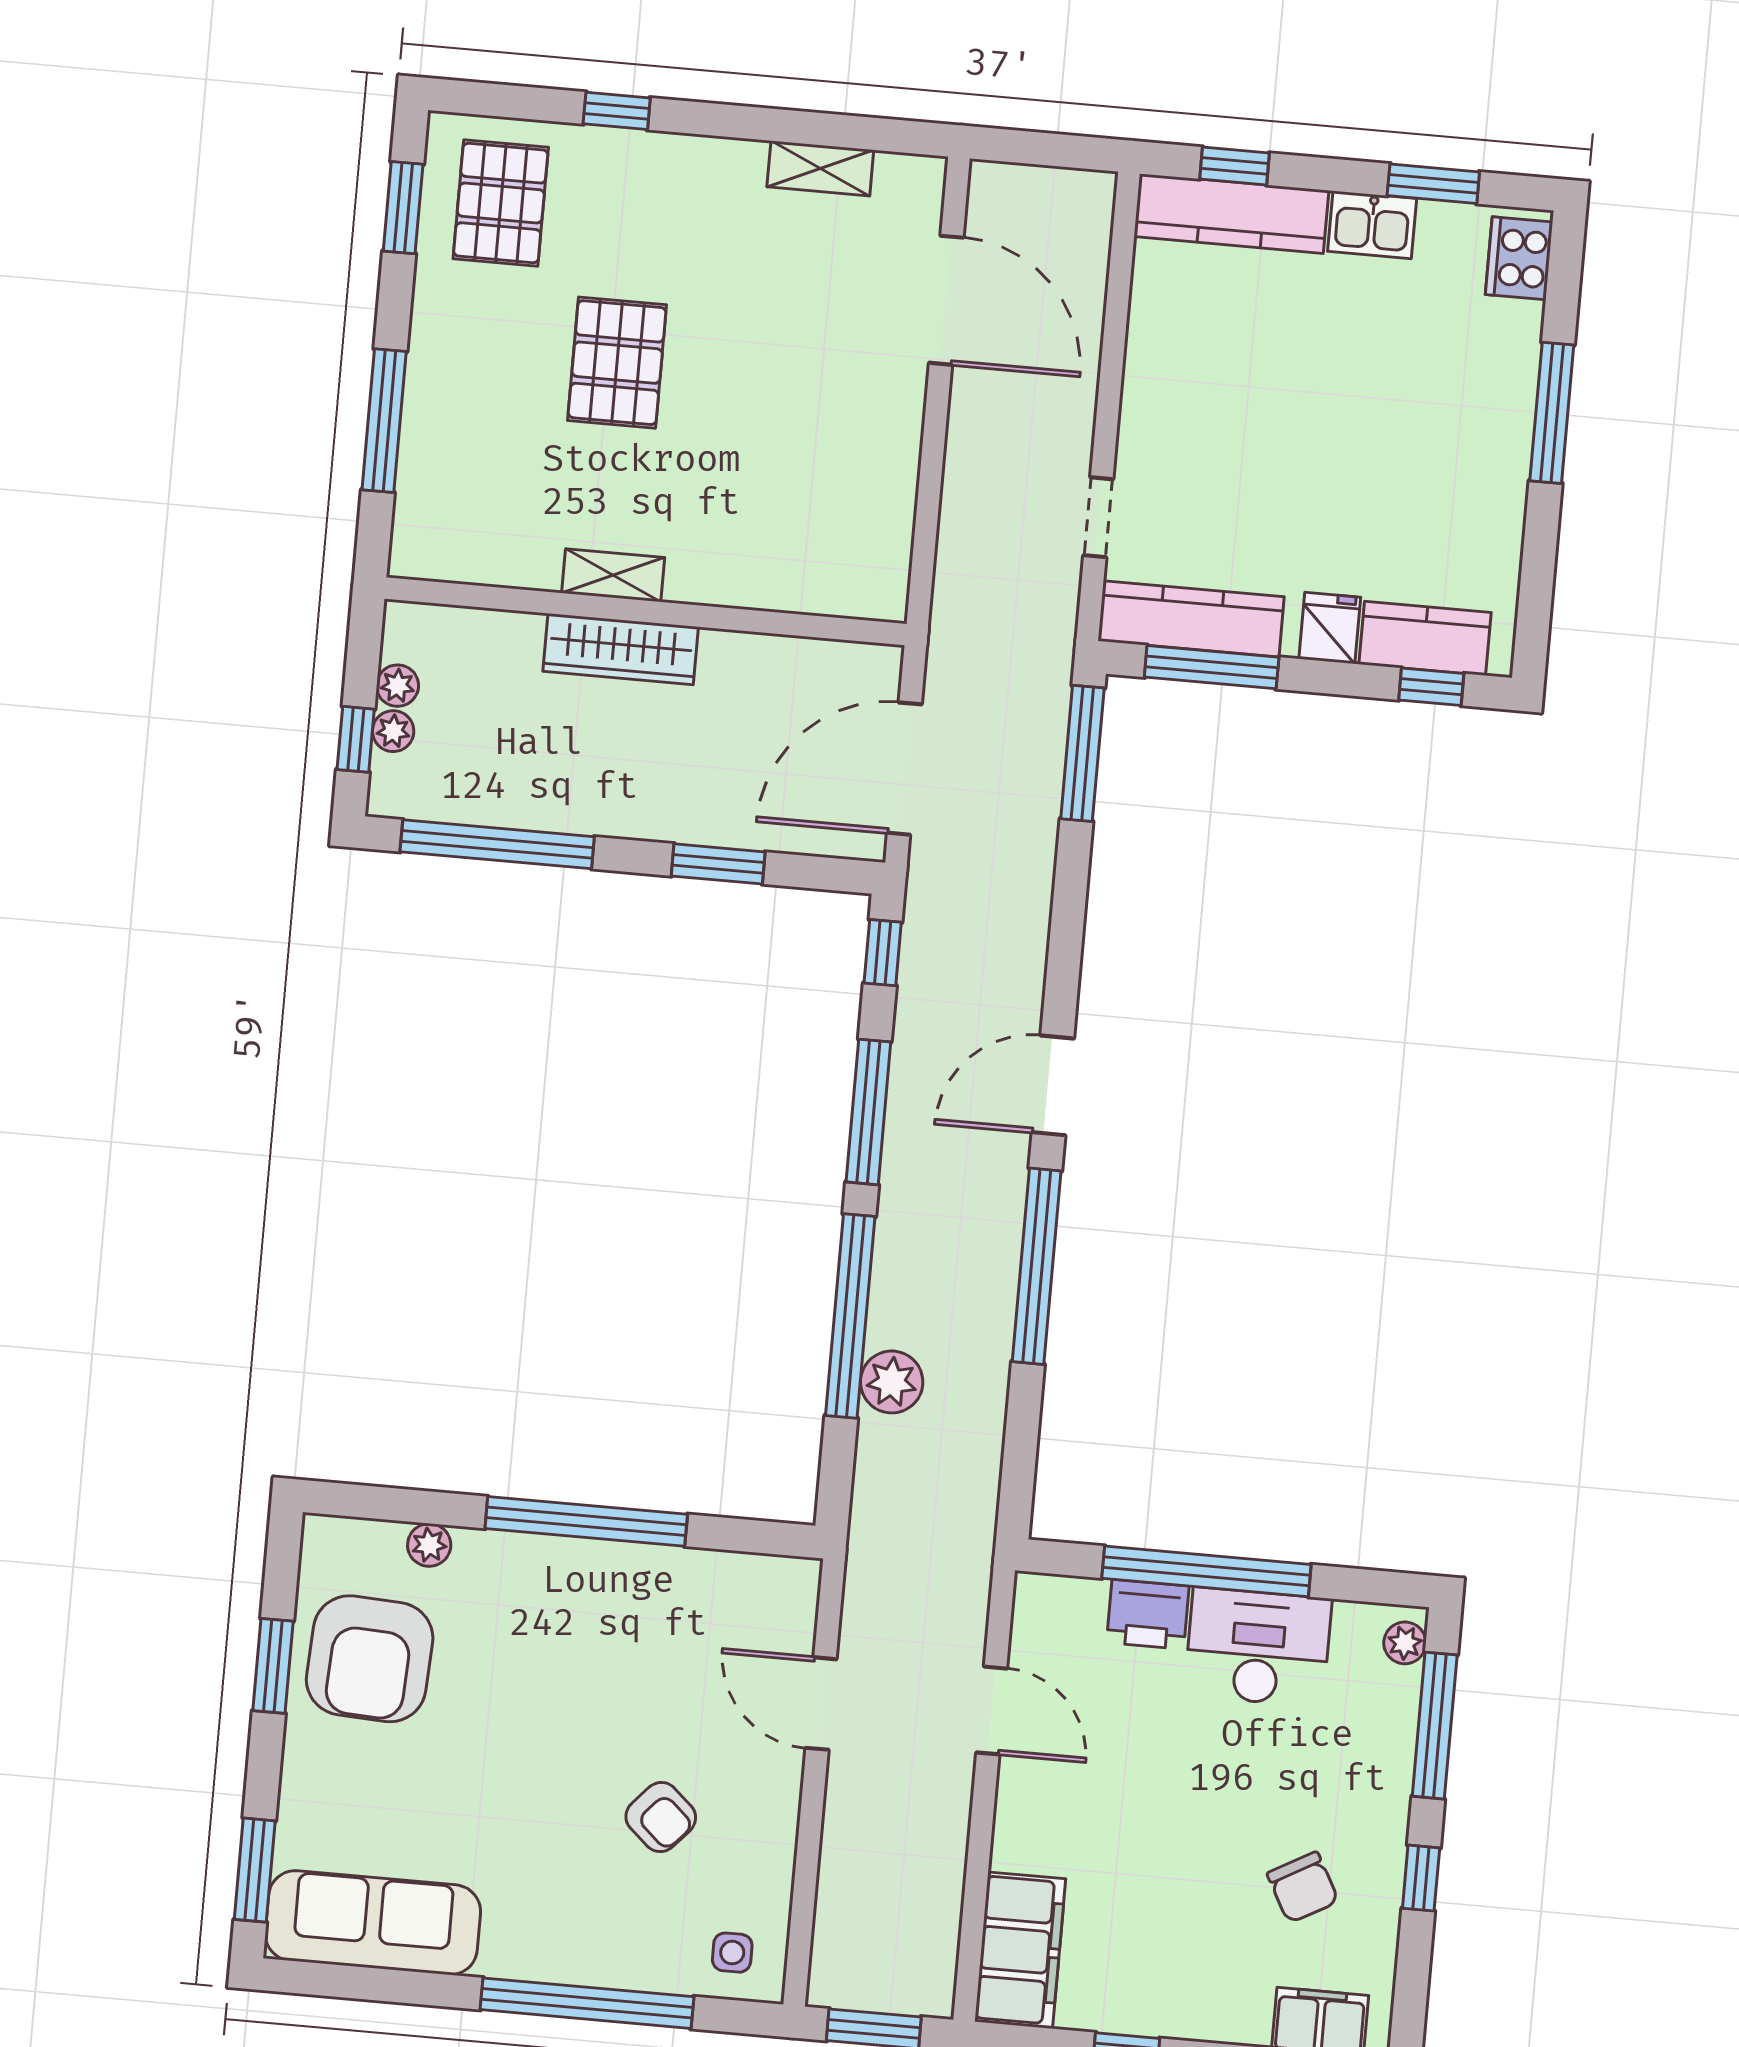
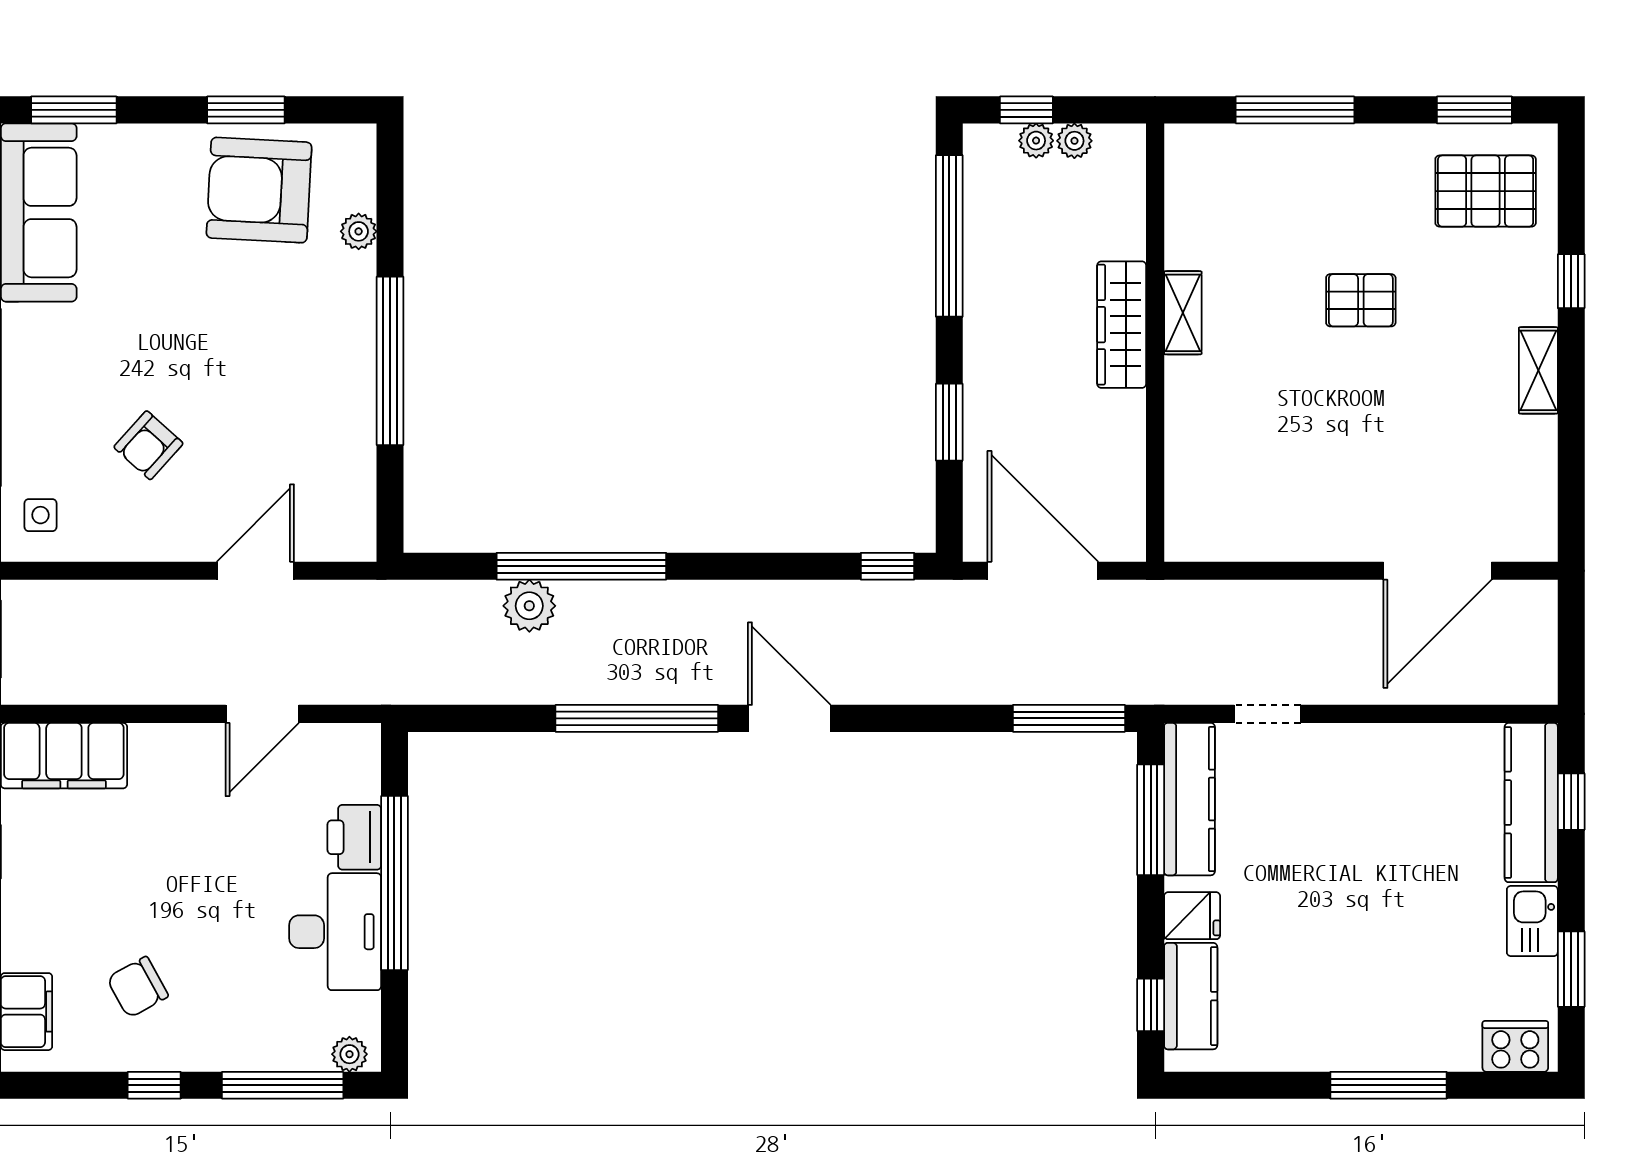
shelving: (820, 168) -> (1538, 370), moved
pallet: (617, 363) -> (1361, 300), width x0.67, depth x0.71
window: (868, 1112) -> (753, 566), removed

